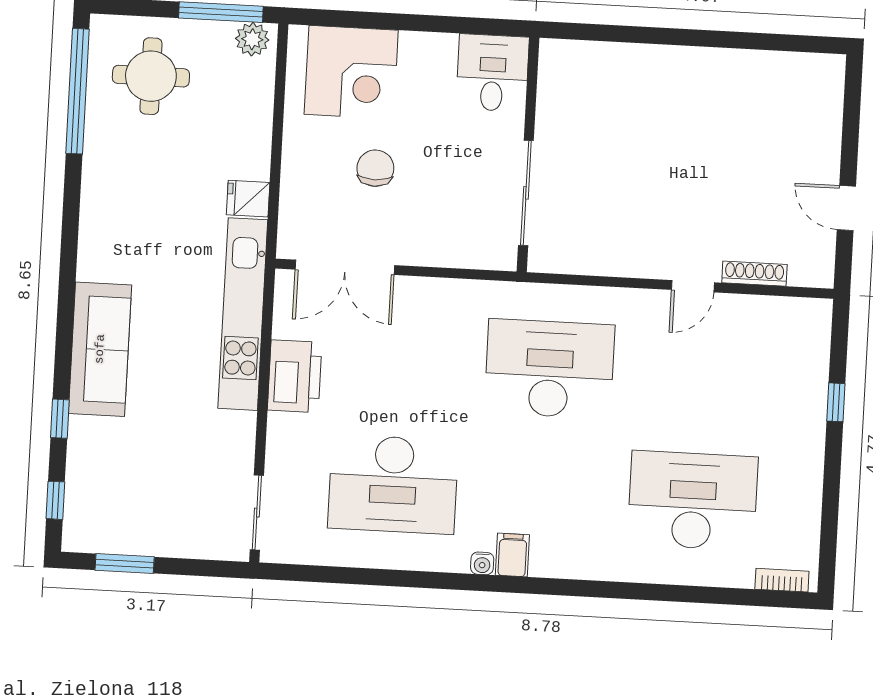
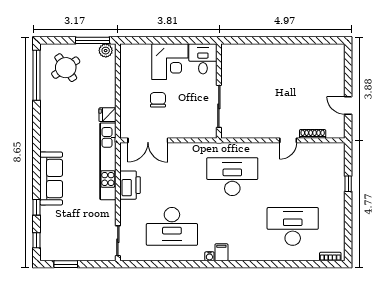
corner desk: (351, 72) -> (170, 62), moved
round table: (151, 76) -> (66, 68), turned -34

